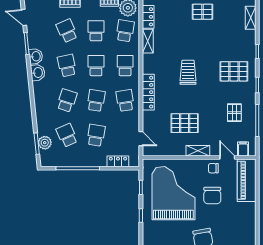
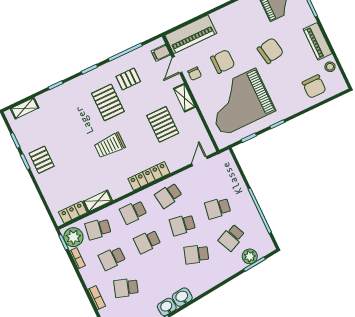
school desk: (67, 31) -> (126, 288), turned 42
school desk: (67, 66) -> (161, 271), removed
pallet: (234, 71) -> (108, 102), moved
locker: (118, 161) -> (233, 173), removed

